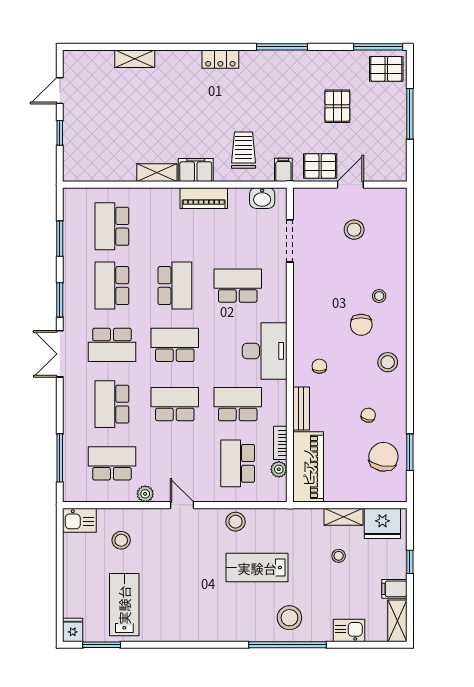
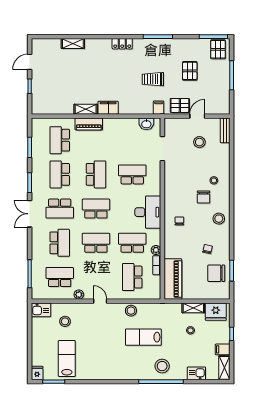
pallet: (386, 69) -> (218, 49), turned 90
trolley: (243, 150) -> (153, 79), moved, turned -90
piano: (204, 198) -> (89, 124), moved
school desk: (112, 404) -> (60, 243), turned 180
bench: (301, 408) -> (225, 130), moved
chair: (383, 457) -> (216, 273), turned -101
plant: (279, 469) -> (156, 250), moved

